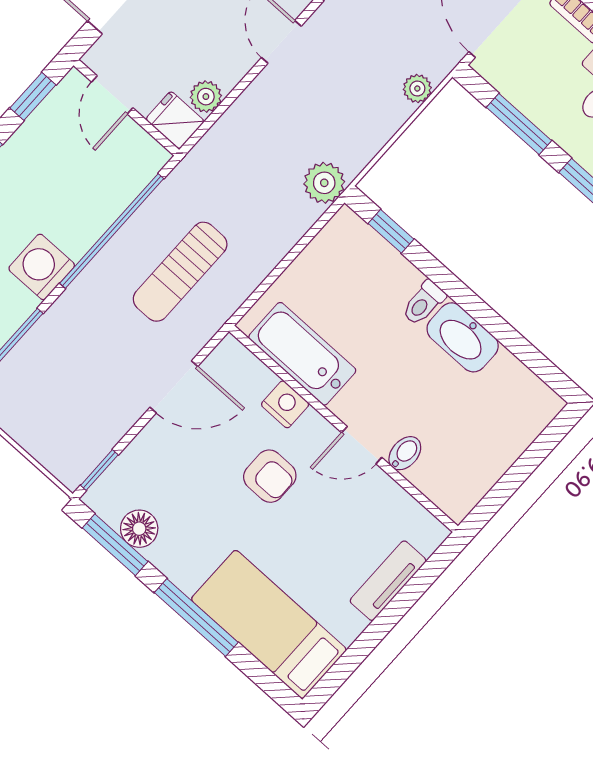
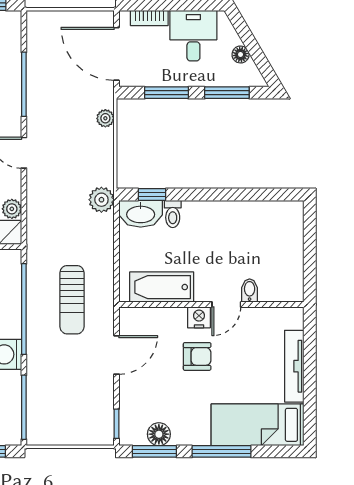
toilet: (424, 303) -> (173, 214), moved
washbasin: (463, 337) -> (141, 214), moved
nightstand: (285, 404) -> (199, 317), moved
tv unit: (388, 581) -> (294, 366), width x1.41

